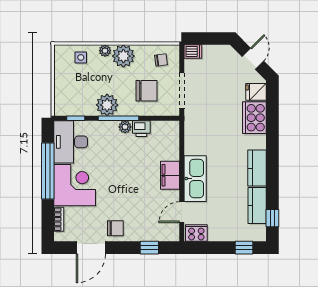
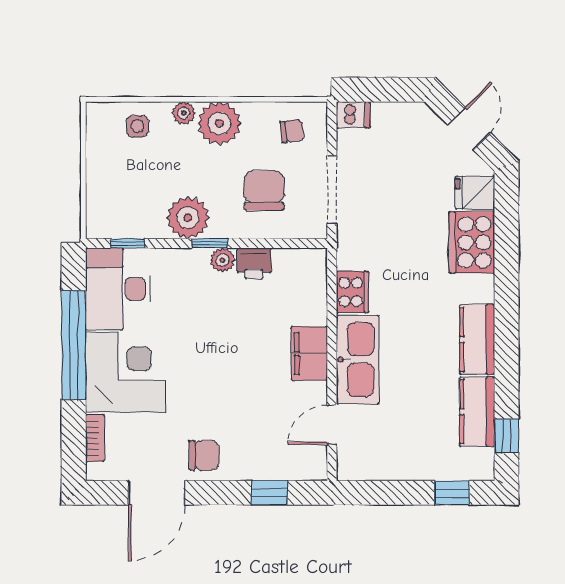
chair: (147, 91) -> (264, 191), turned -90
window: (118, 118) -> (210, 243), width x0.46
cooker: (196, 233) -> (352, 292), moved, turned 90

